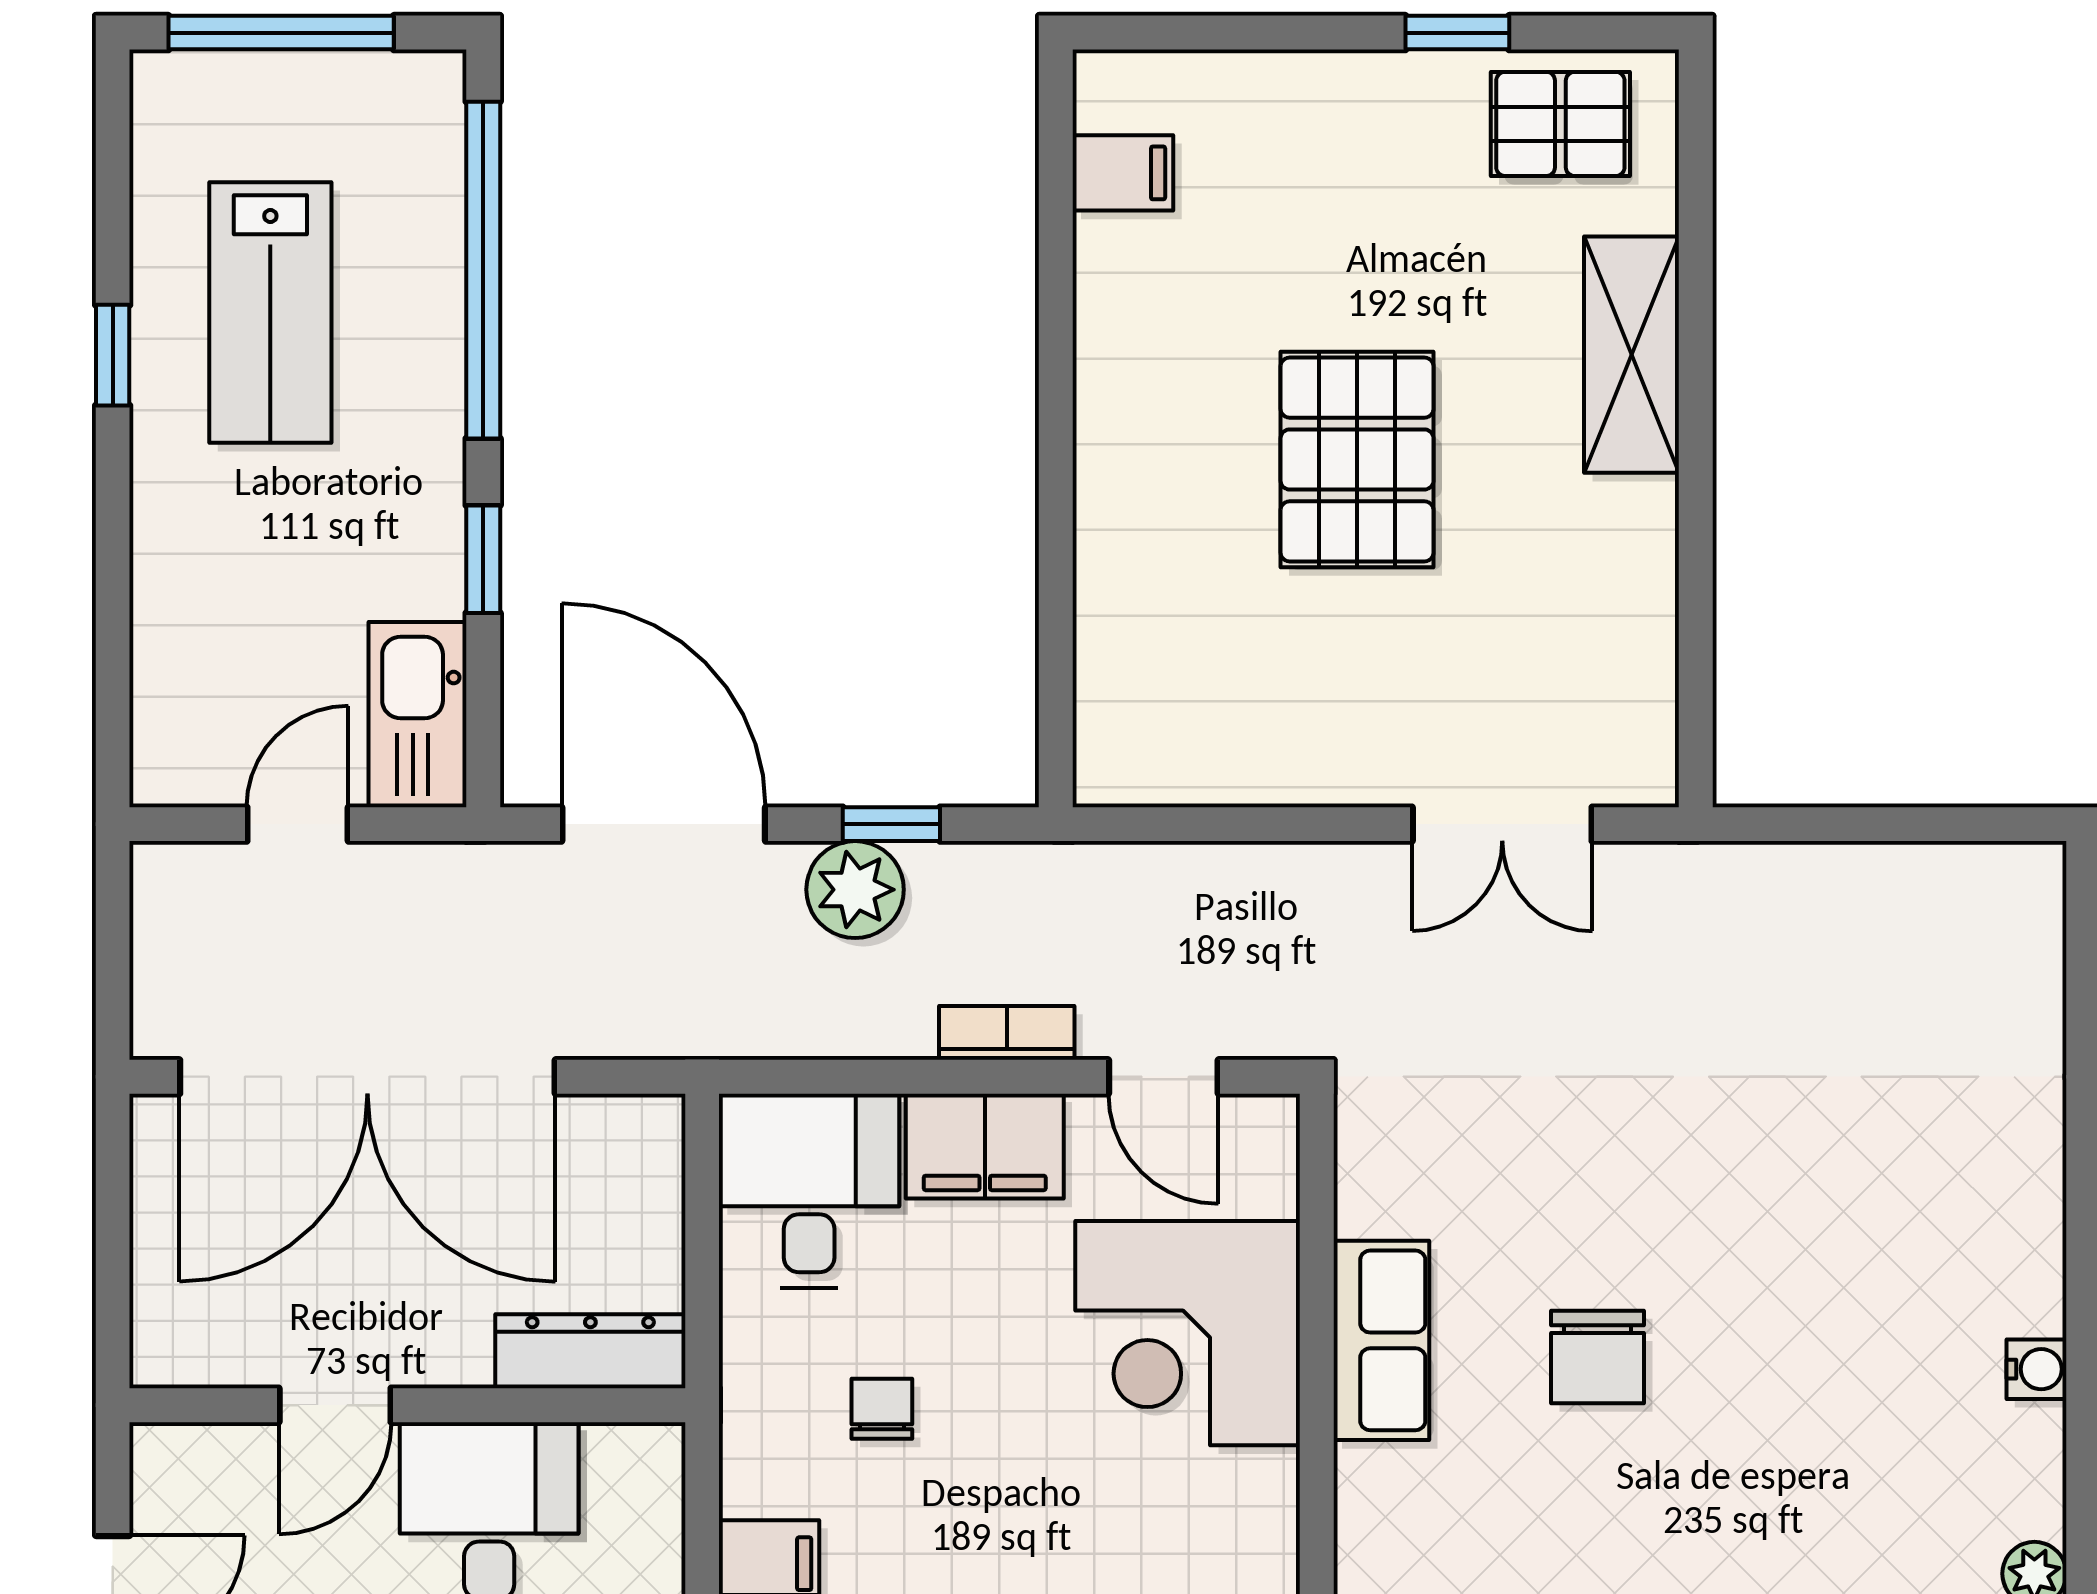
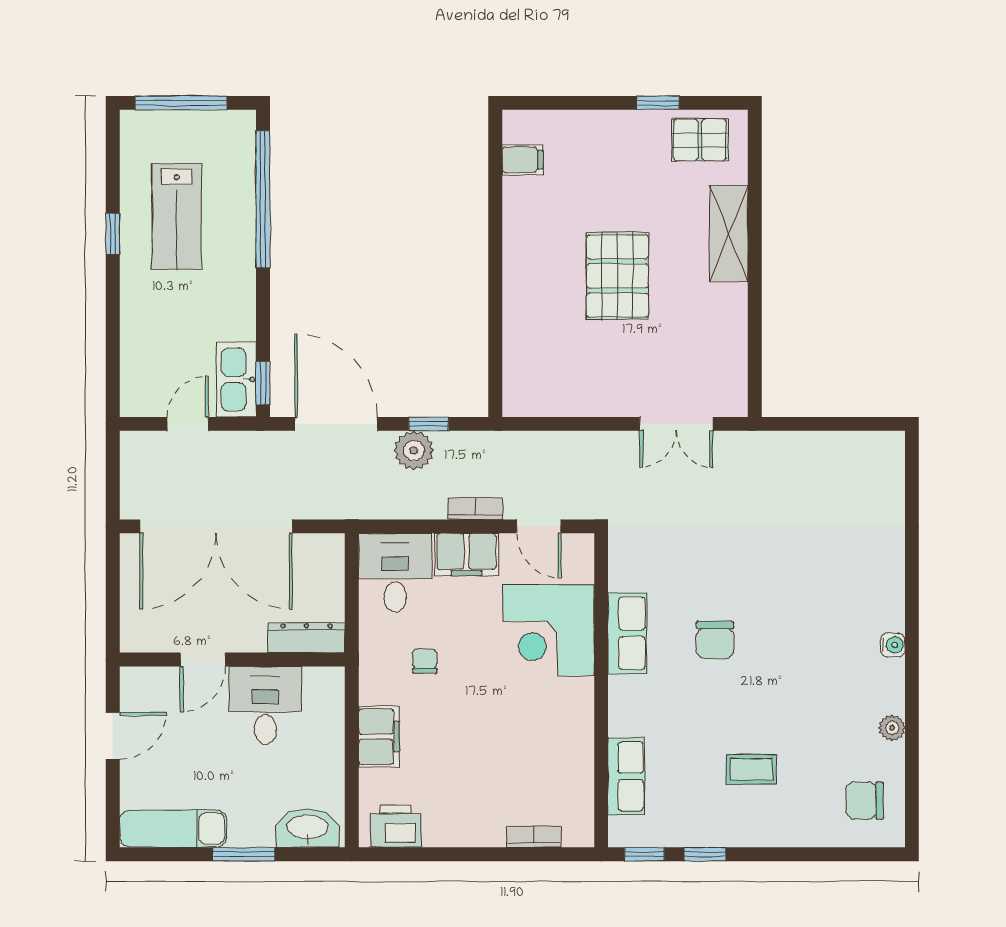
window: (483, 559) -> (263, 383), moved

